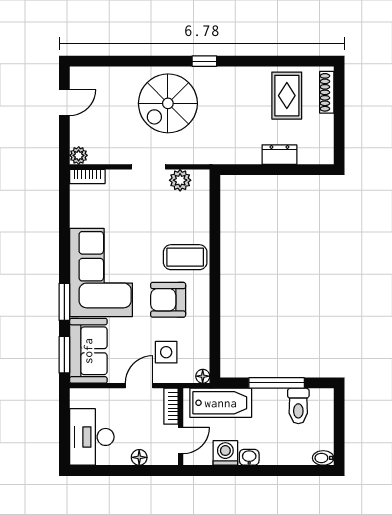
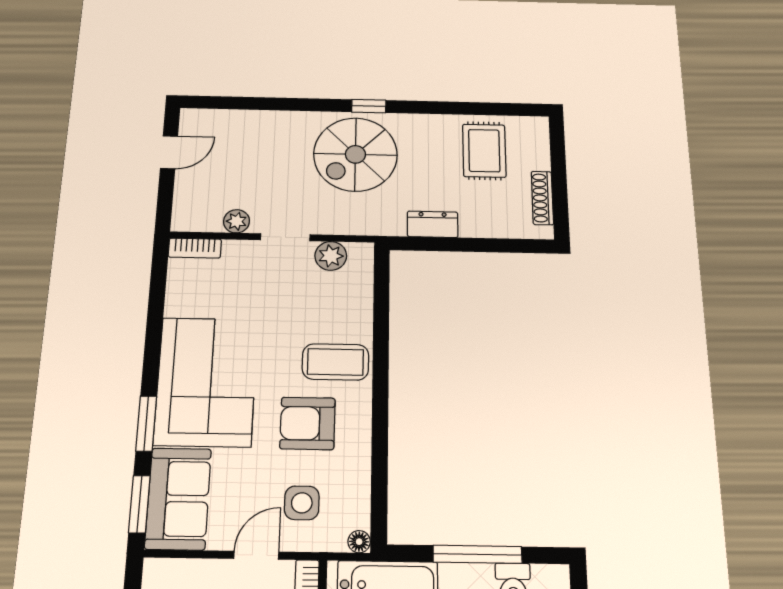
shoe rack: (327, 92) -> (542, 198), moved
spiral stairs: (168, 103) -> (355, 154), moved
plant: (79, 155) -> (237, 221), moved
dresser: (279, 155) -> (433, 224), moved

